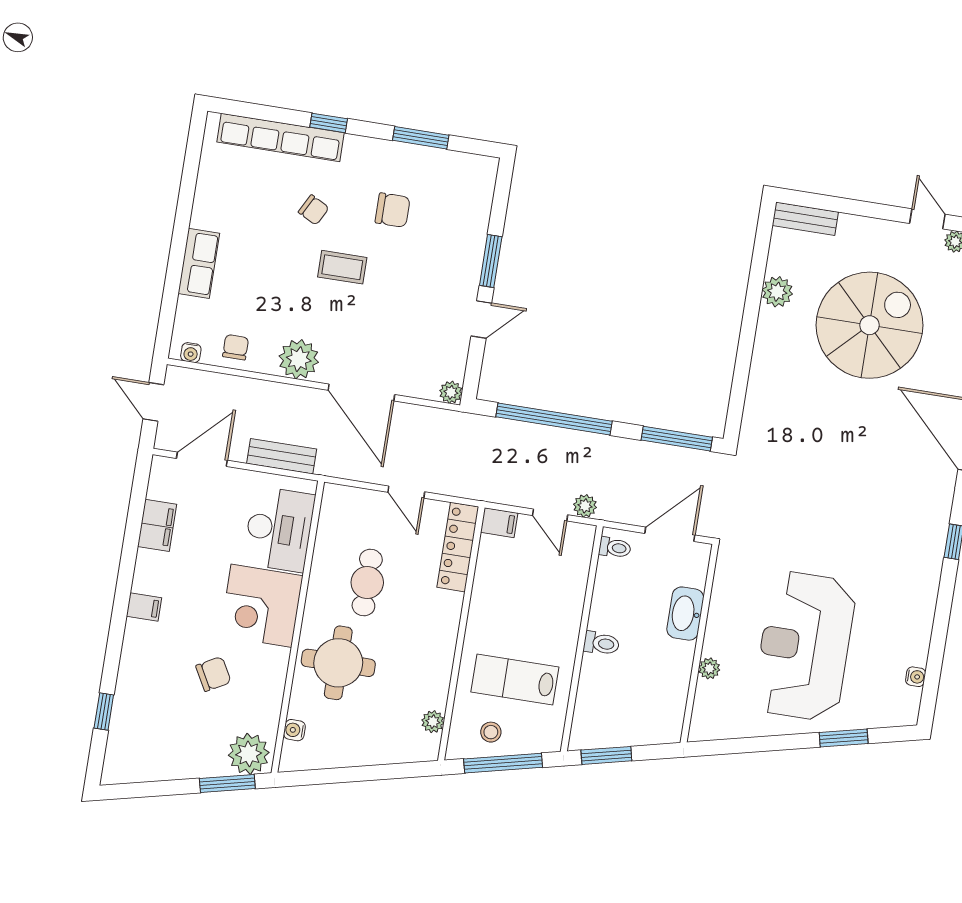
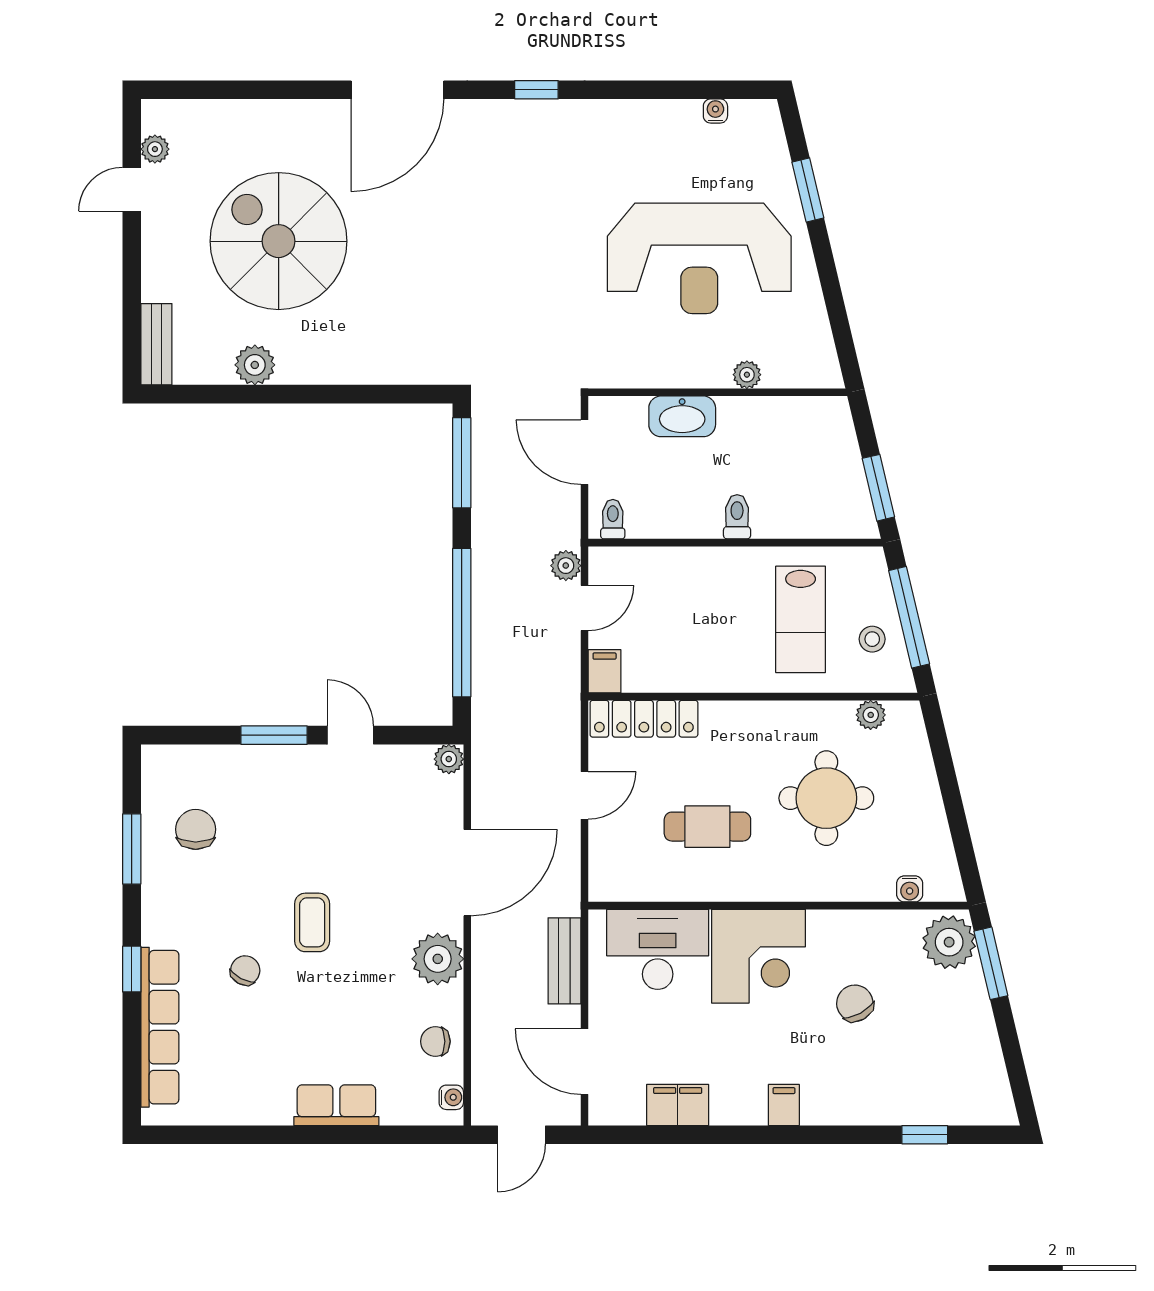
chair: (393, 210) -> (196, 829), moved
round table: (338, 663) -> (826, 798), moved

